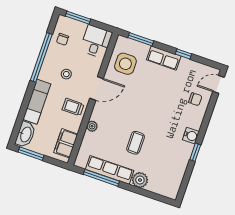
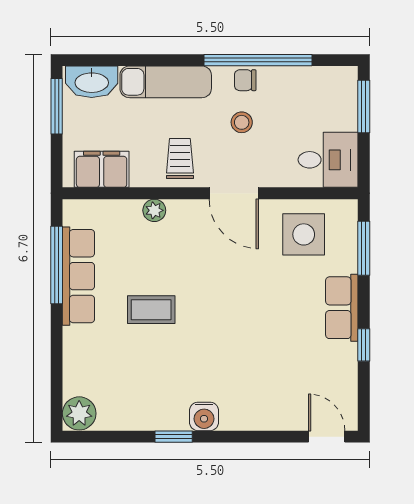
chair: (63, 39) -> (245, 80), moved
chair: (195, 99) -> (281, 400), removed
plant: (140, 180) -> (79, 413), moved

